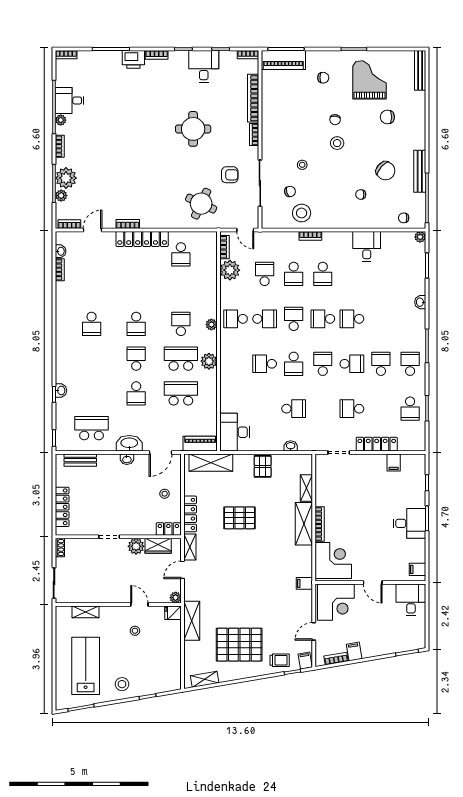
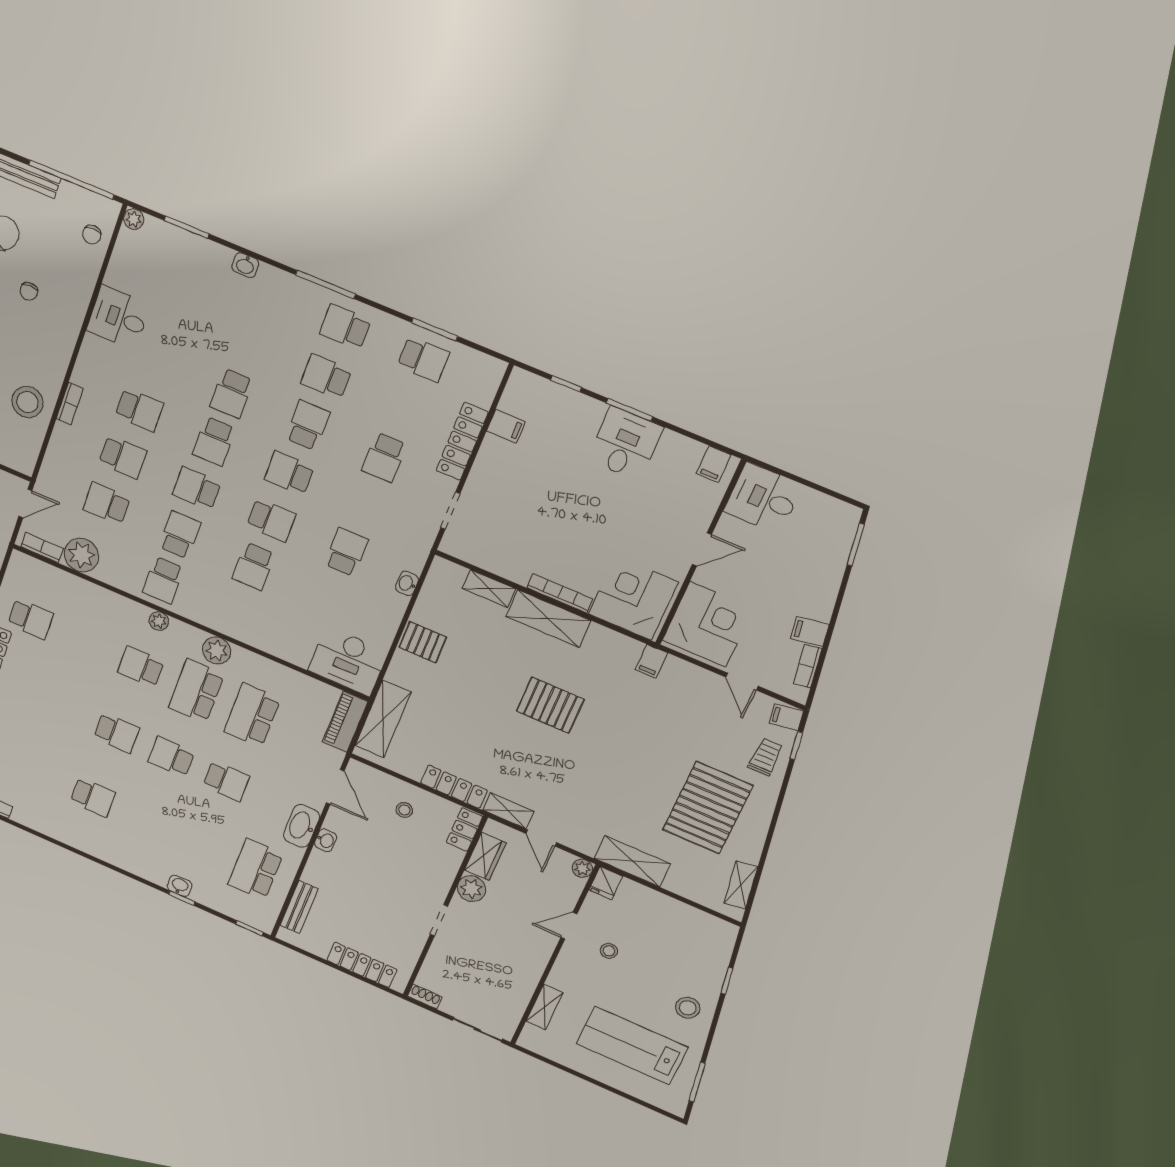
pallet: (240, 518) -> (550, 705), moved, turned 90

